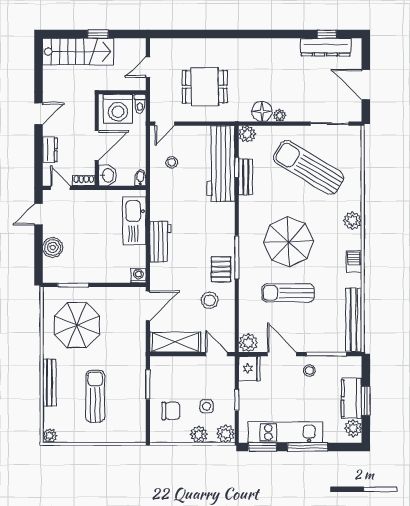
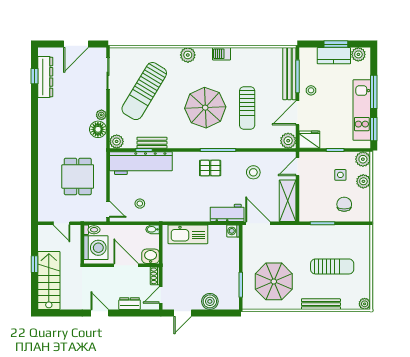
door: (39, 214) -> (183, 313), hinge flipped
workbench: (160, 242) -> (227, 213), moved
pallet: (221, 269) -> (210, 168), moved
bench: (354, 320) -> (289, 74), moved, turned 90
sun lounger: (95, 396) -> (332, 266), turned 180

